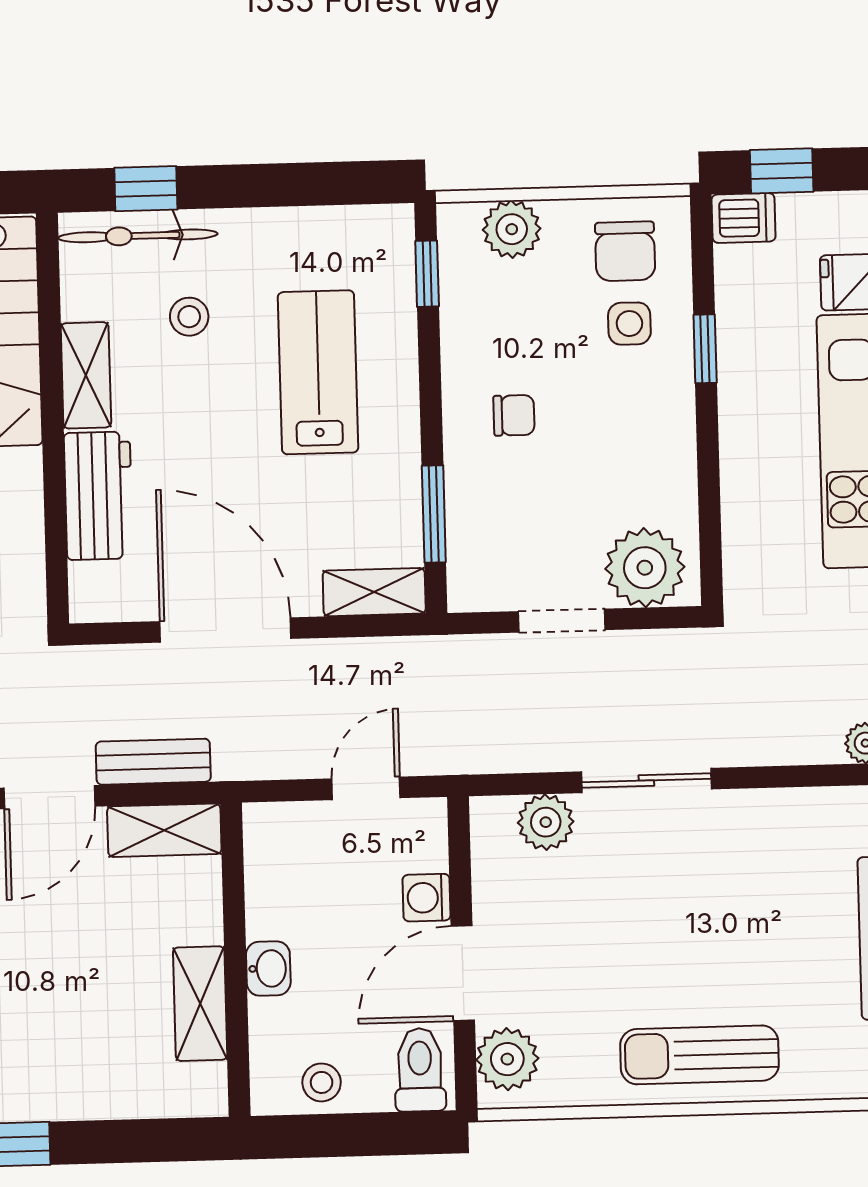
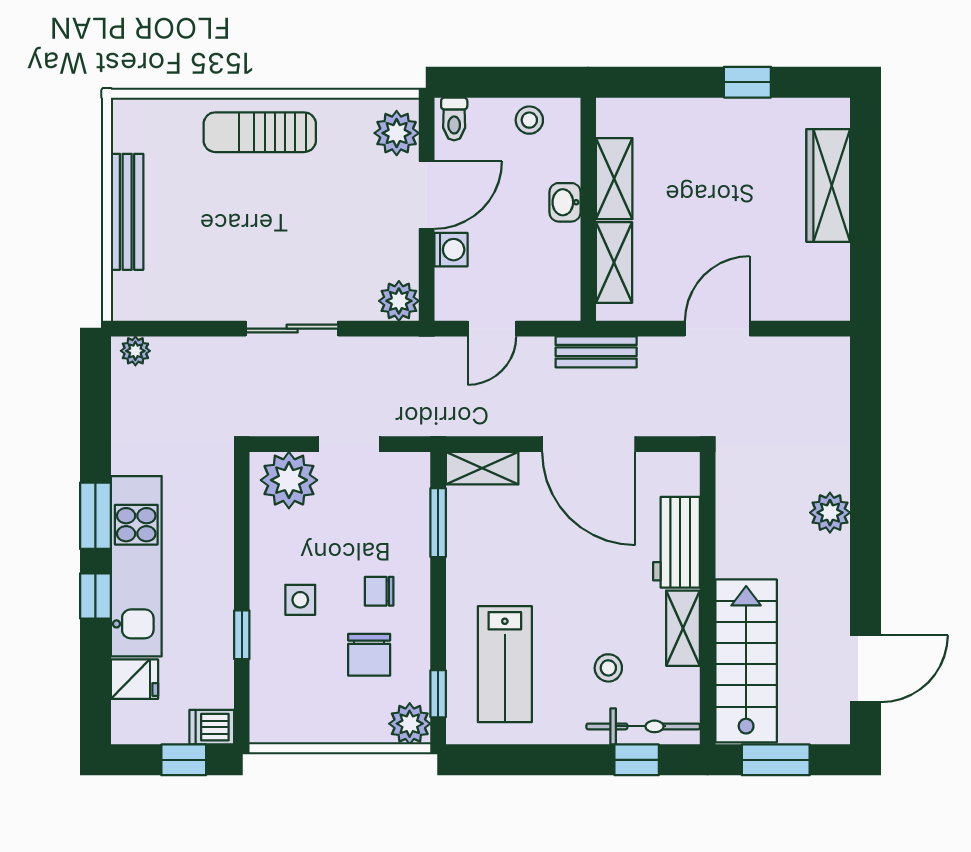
plant: (512, 229) -> (410, 724), moved
chair: (625, 251) -> (369, 655), moved, turned 180
side table: (629, 324) -> (300, 600), moved
lab bench: (318, 372) -> (505, 664), moved
bench: (153, 762) -> (596, 352), moved
plant: (546, 822) -> (399, 301), moved
shelving: (164, 830) -> (614, 263), moved, turned 90
sun lounger: (699, 1055) -> (260, 132), turned 180
toilet: (420, 1070) -> (454, 119), width x0.73, depth x0.72

